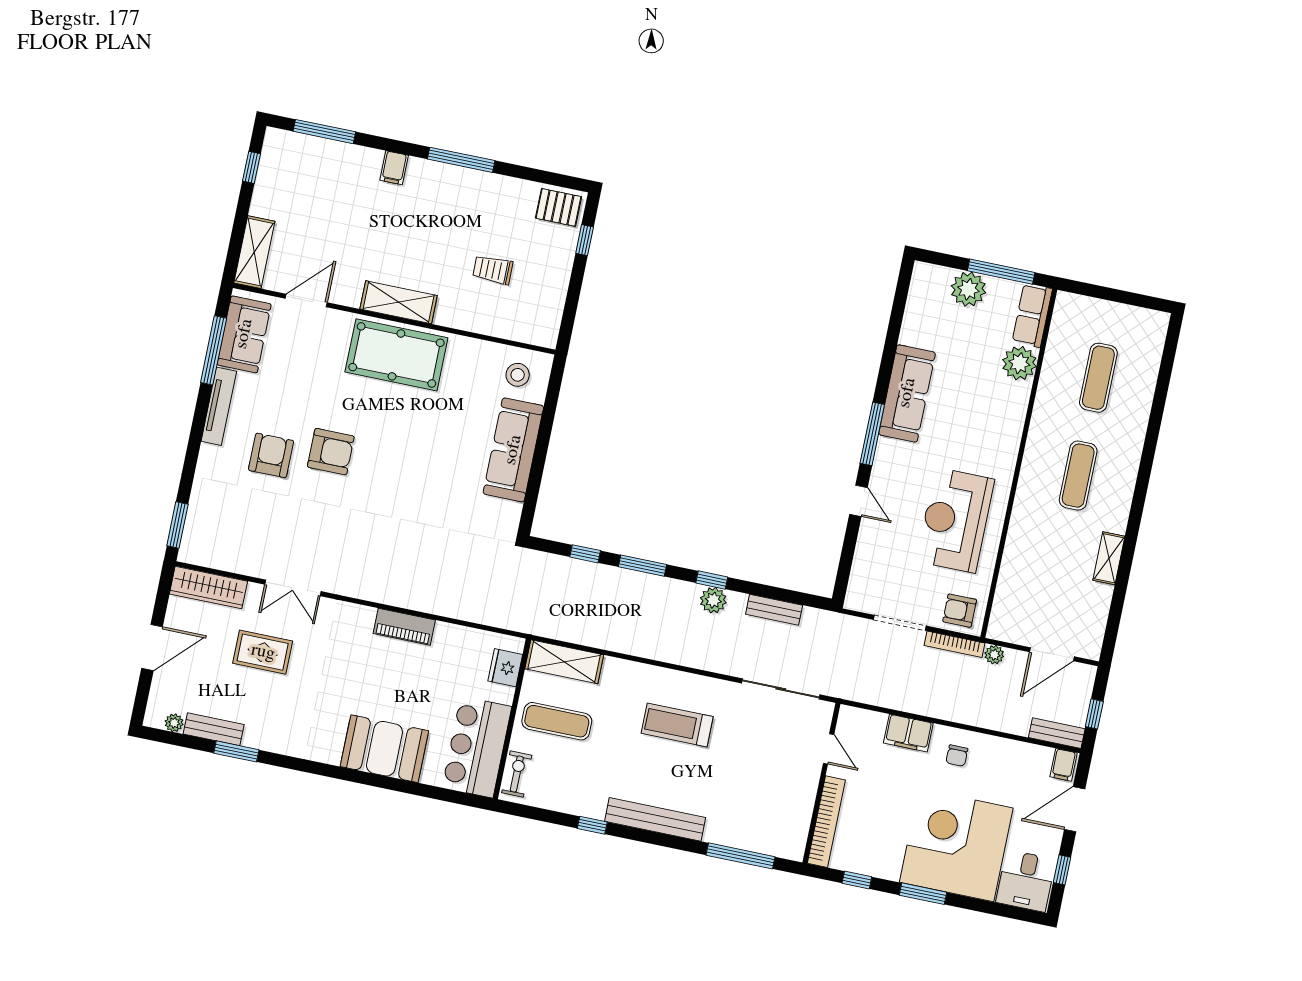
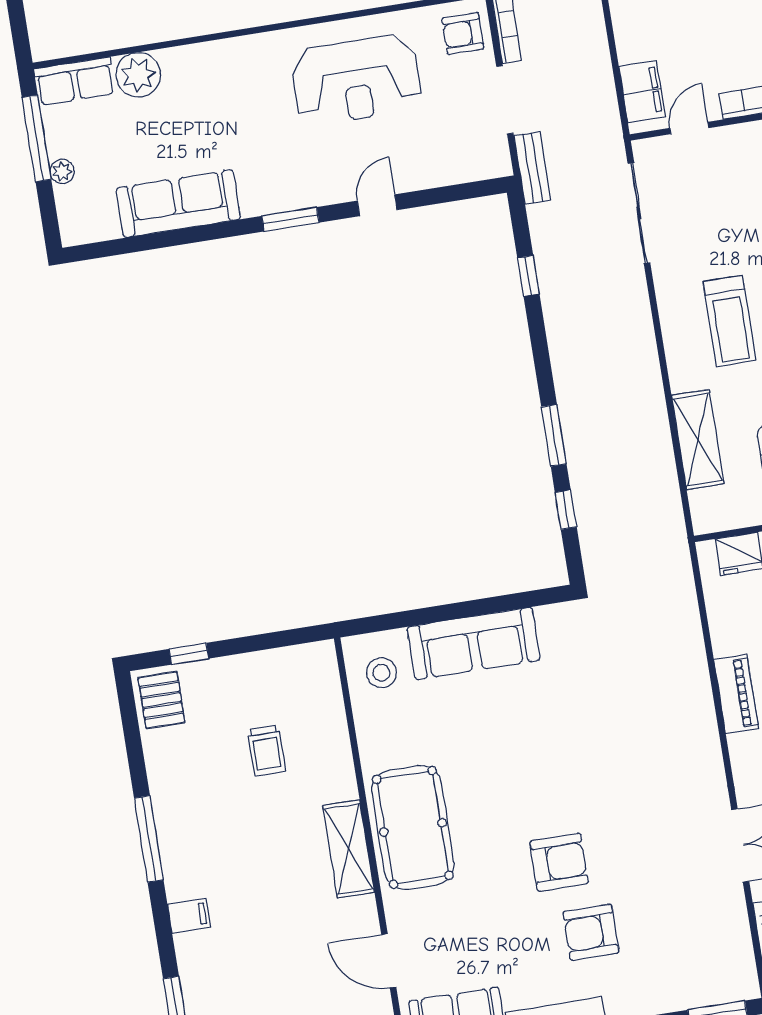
plant: (968, 289) -> (62, 171), width x0.53, depth x0.53
sofa: (907, 393) -> (178, 204), moved
window: (872, 434) -> (290, 219), width x0.69
armchair: (331, 452) -> (559, 862), turned 90
window: (712, 580) -> (528, 276), moved
plant: (713, 600) -> (563, 334), removed
bench: (774, 610) -> (532, 168), moved
armchair: (960, 611) -> (463, 34), turned 90
shelving: (564, 662) -> (698, 440), moved
filing cabinet: (908, 733) -> (642, 92), moved

